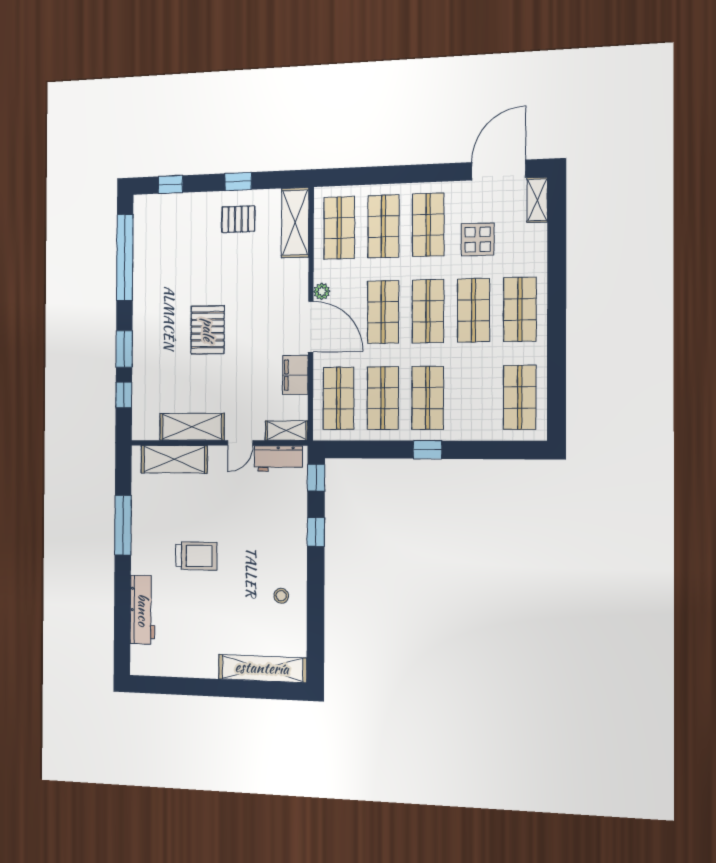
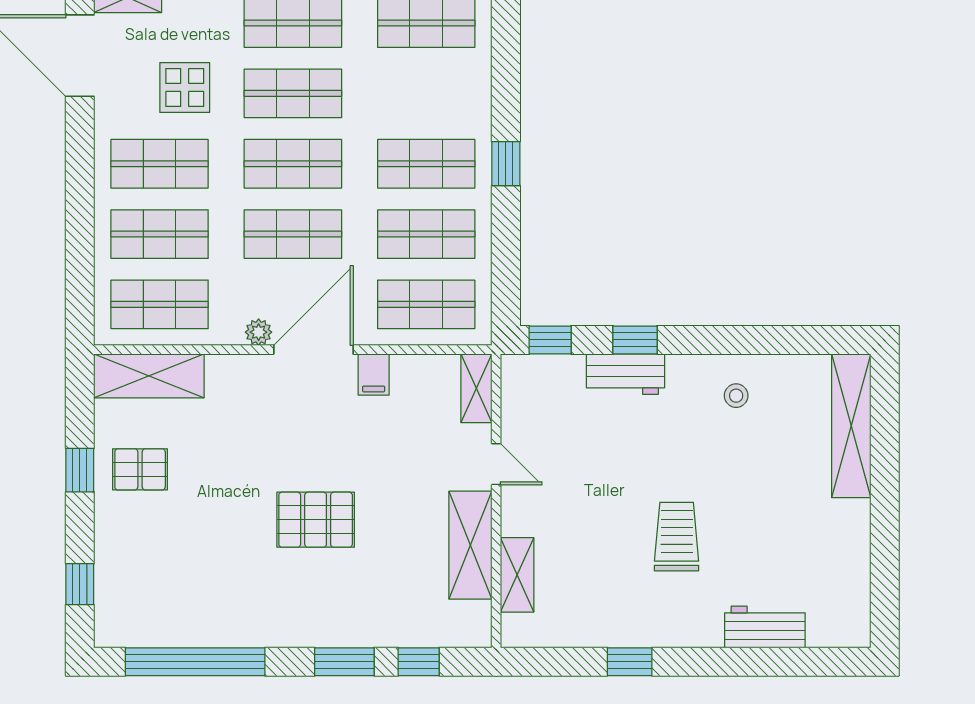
pallet: (238, 219) -> (140, 469), turned 90
filing cabinet: (295, 375) -> (374, 374), width x0.50
shelving: (174, 459) -> (517, 575), width x0.67, depth x0.75
workbench: (278, 459) -> (625, 374), moved, turned 90
window: (123, 525) -> (630, 662), width x0.46
workbench: (143, 610) -> (765, 627), width x0.73

